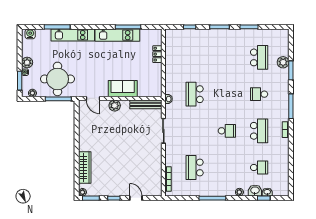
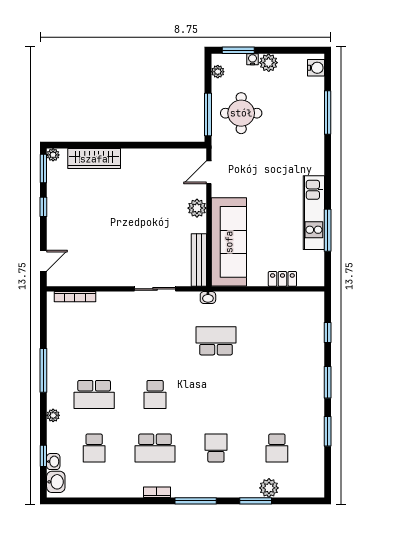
kitchen unit: (73, 35) -> (314, 139), removed
school desk: (259, 57) -> (277, 448), width x0.54
round table: (57, 79) -> (241, 113), width x0.73, depth x0.73
sofa: (123, 89) -> (229, 242), width x1.85, depth x1.27
school desk: (195, 168) -> (94, 394), moved, turned 180
washbasin: (255, 191) -> (56, 482), moved
door: (136, 198) -> (43, 261), moved

